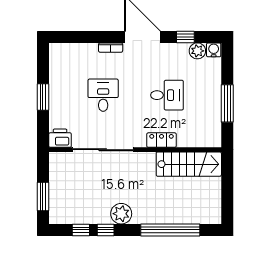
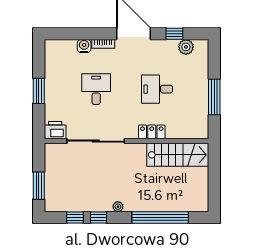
water cooler: (214, 50) -> (84, 46), moved
desk: (167, 95) -> (157, 89), turned 180
plant: (121, 214) -> (118, 207), width x0.53, depth x0.53

